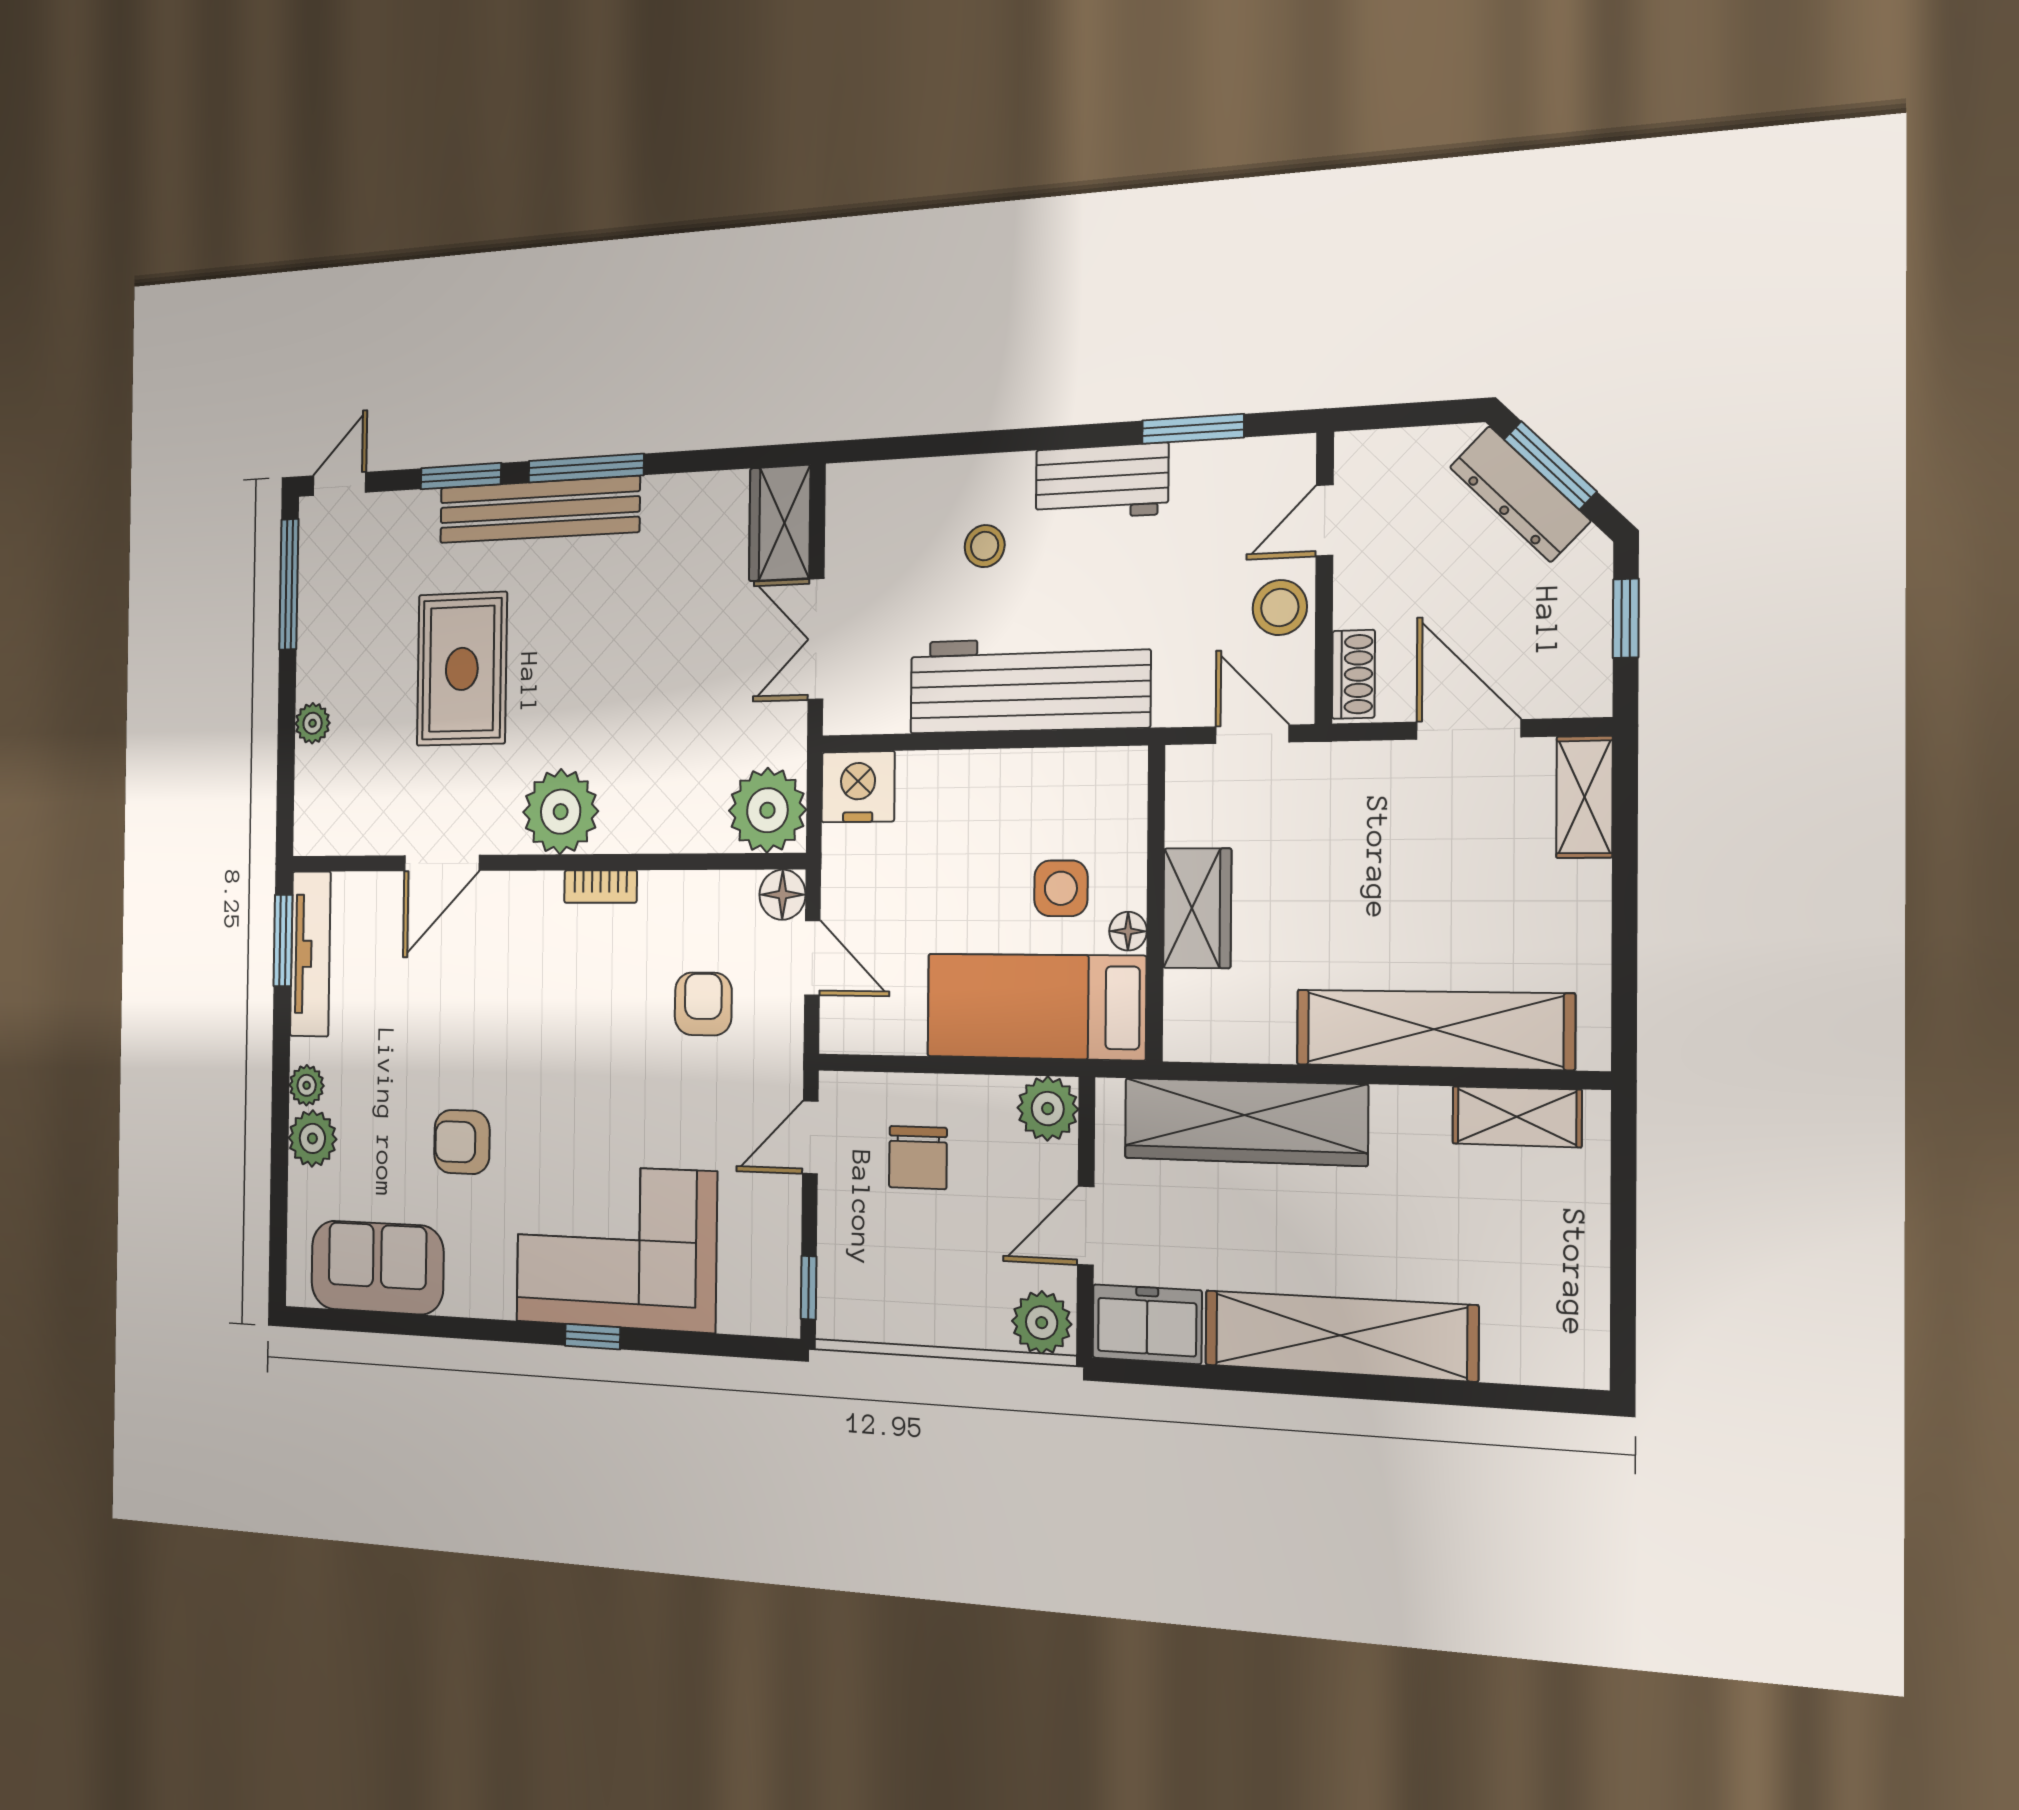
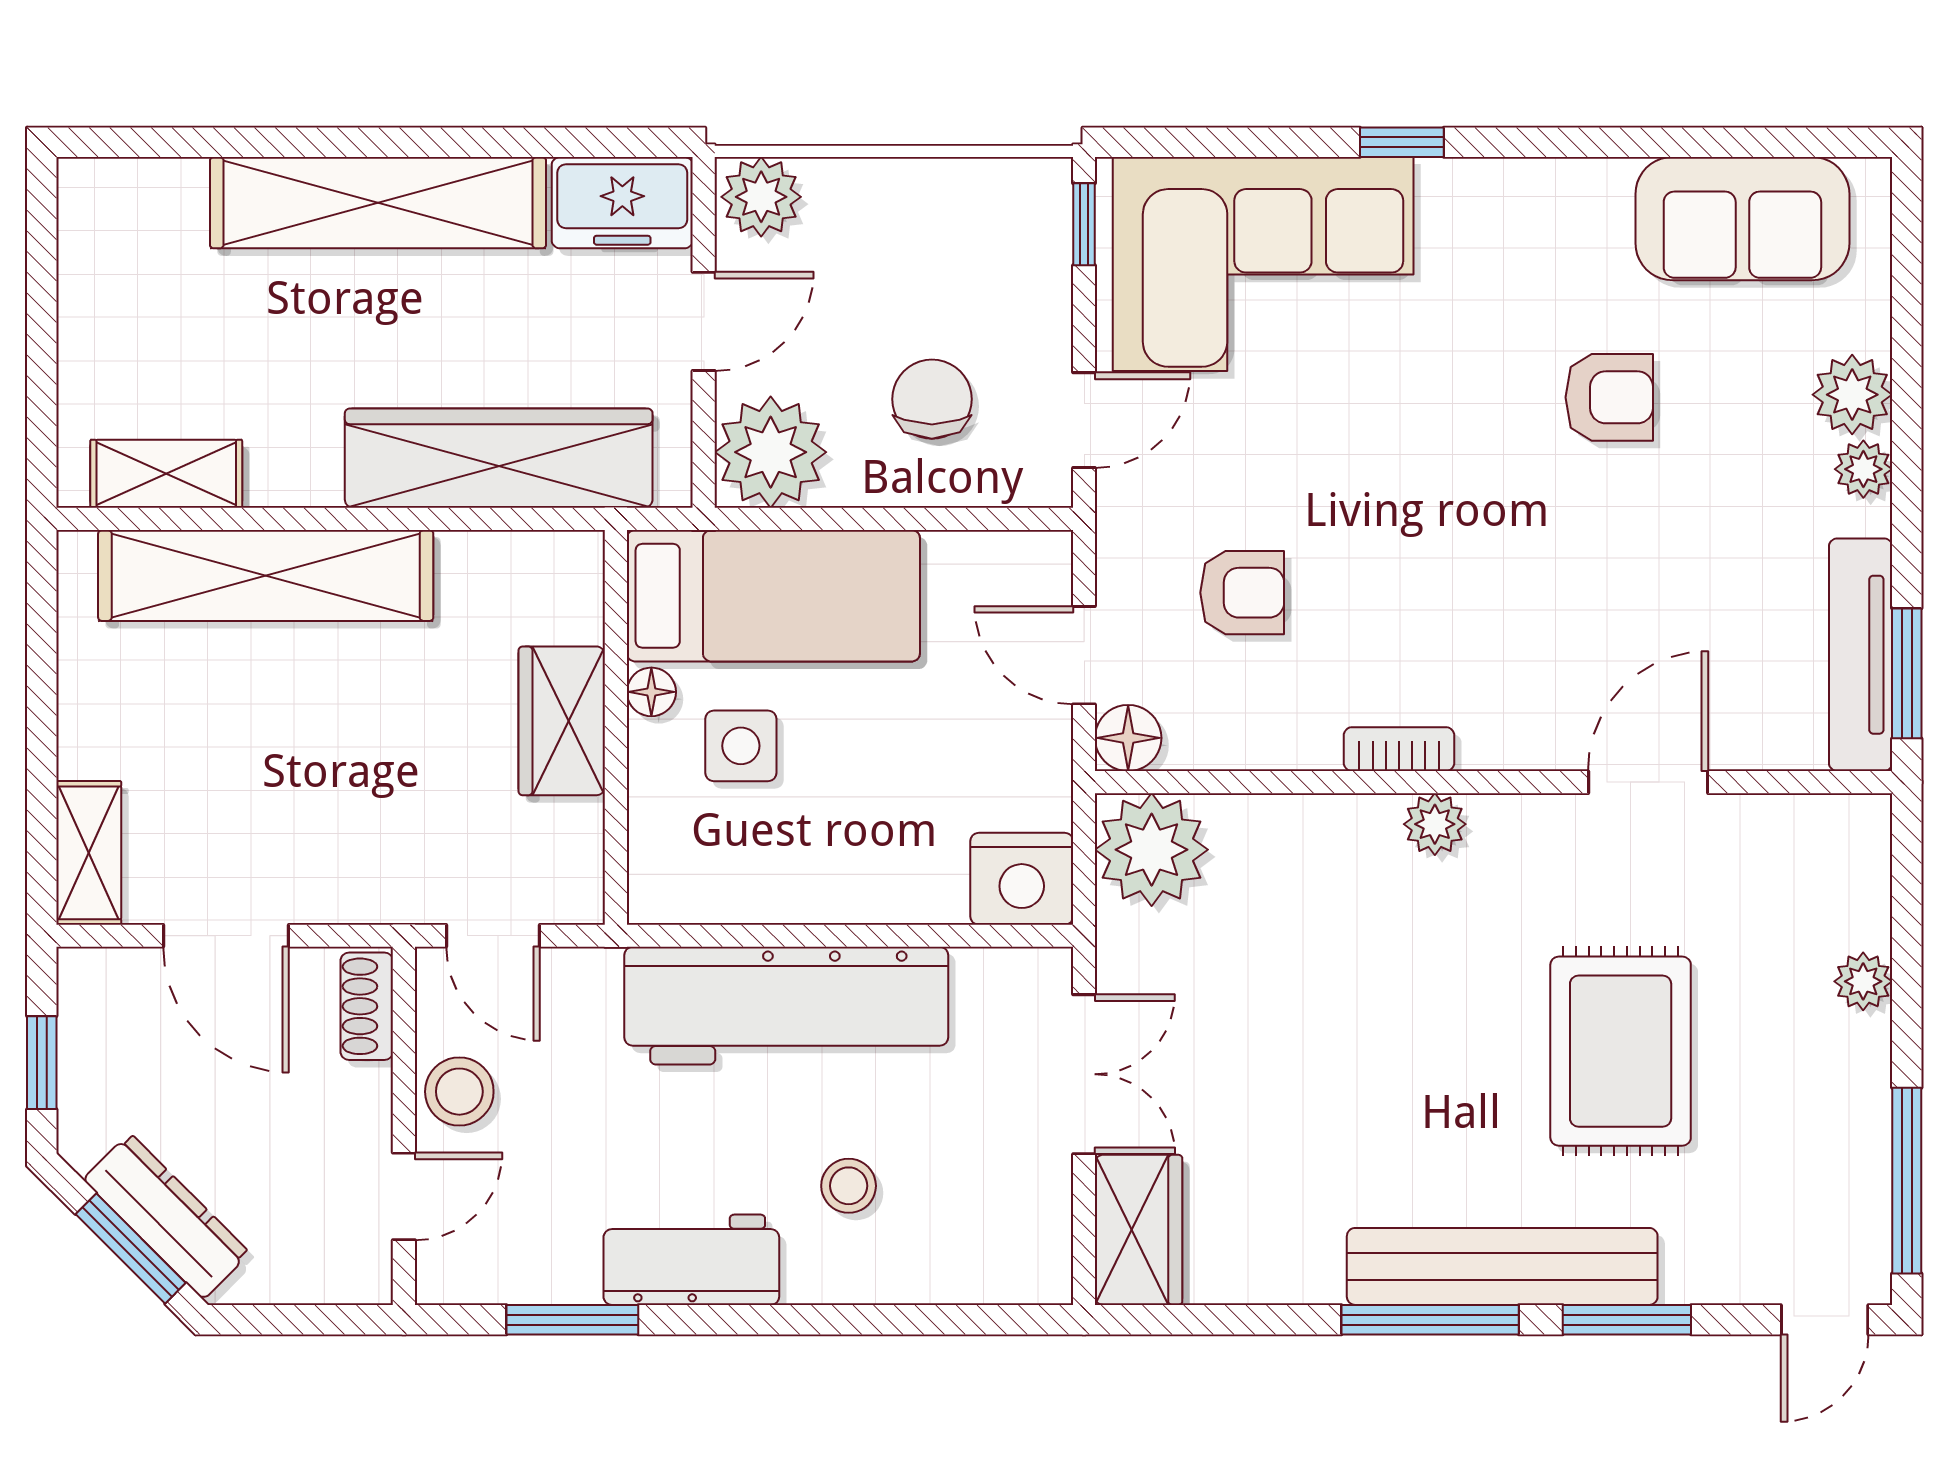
plant: (561, 812) -> (1435, 824), width x0.53, depth x0.53
armchair: (703, 1004) -> (1242, 593), turned -90
plant: (1048, 1109) -> (771, 452), width x1.36, depth x1.36
corner sofa: (616, 1247) -> (1263, 264), moved

